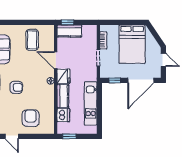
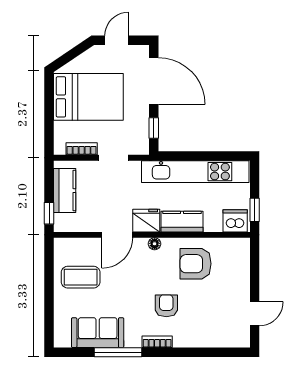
kitchen counter: (69, 31) -> (65, 191), moved
kitchen unit: (91, 103) -> (195, 172), width x1.36
dishwasher: (63, 115) -> (235, 221), moved
armchair: (31, 118) -> (196, 264), moved

